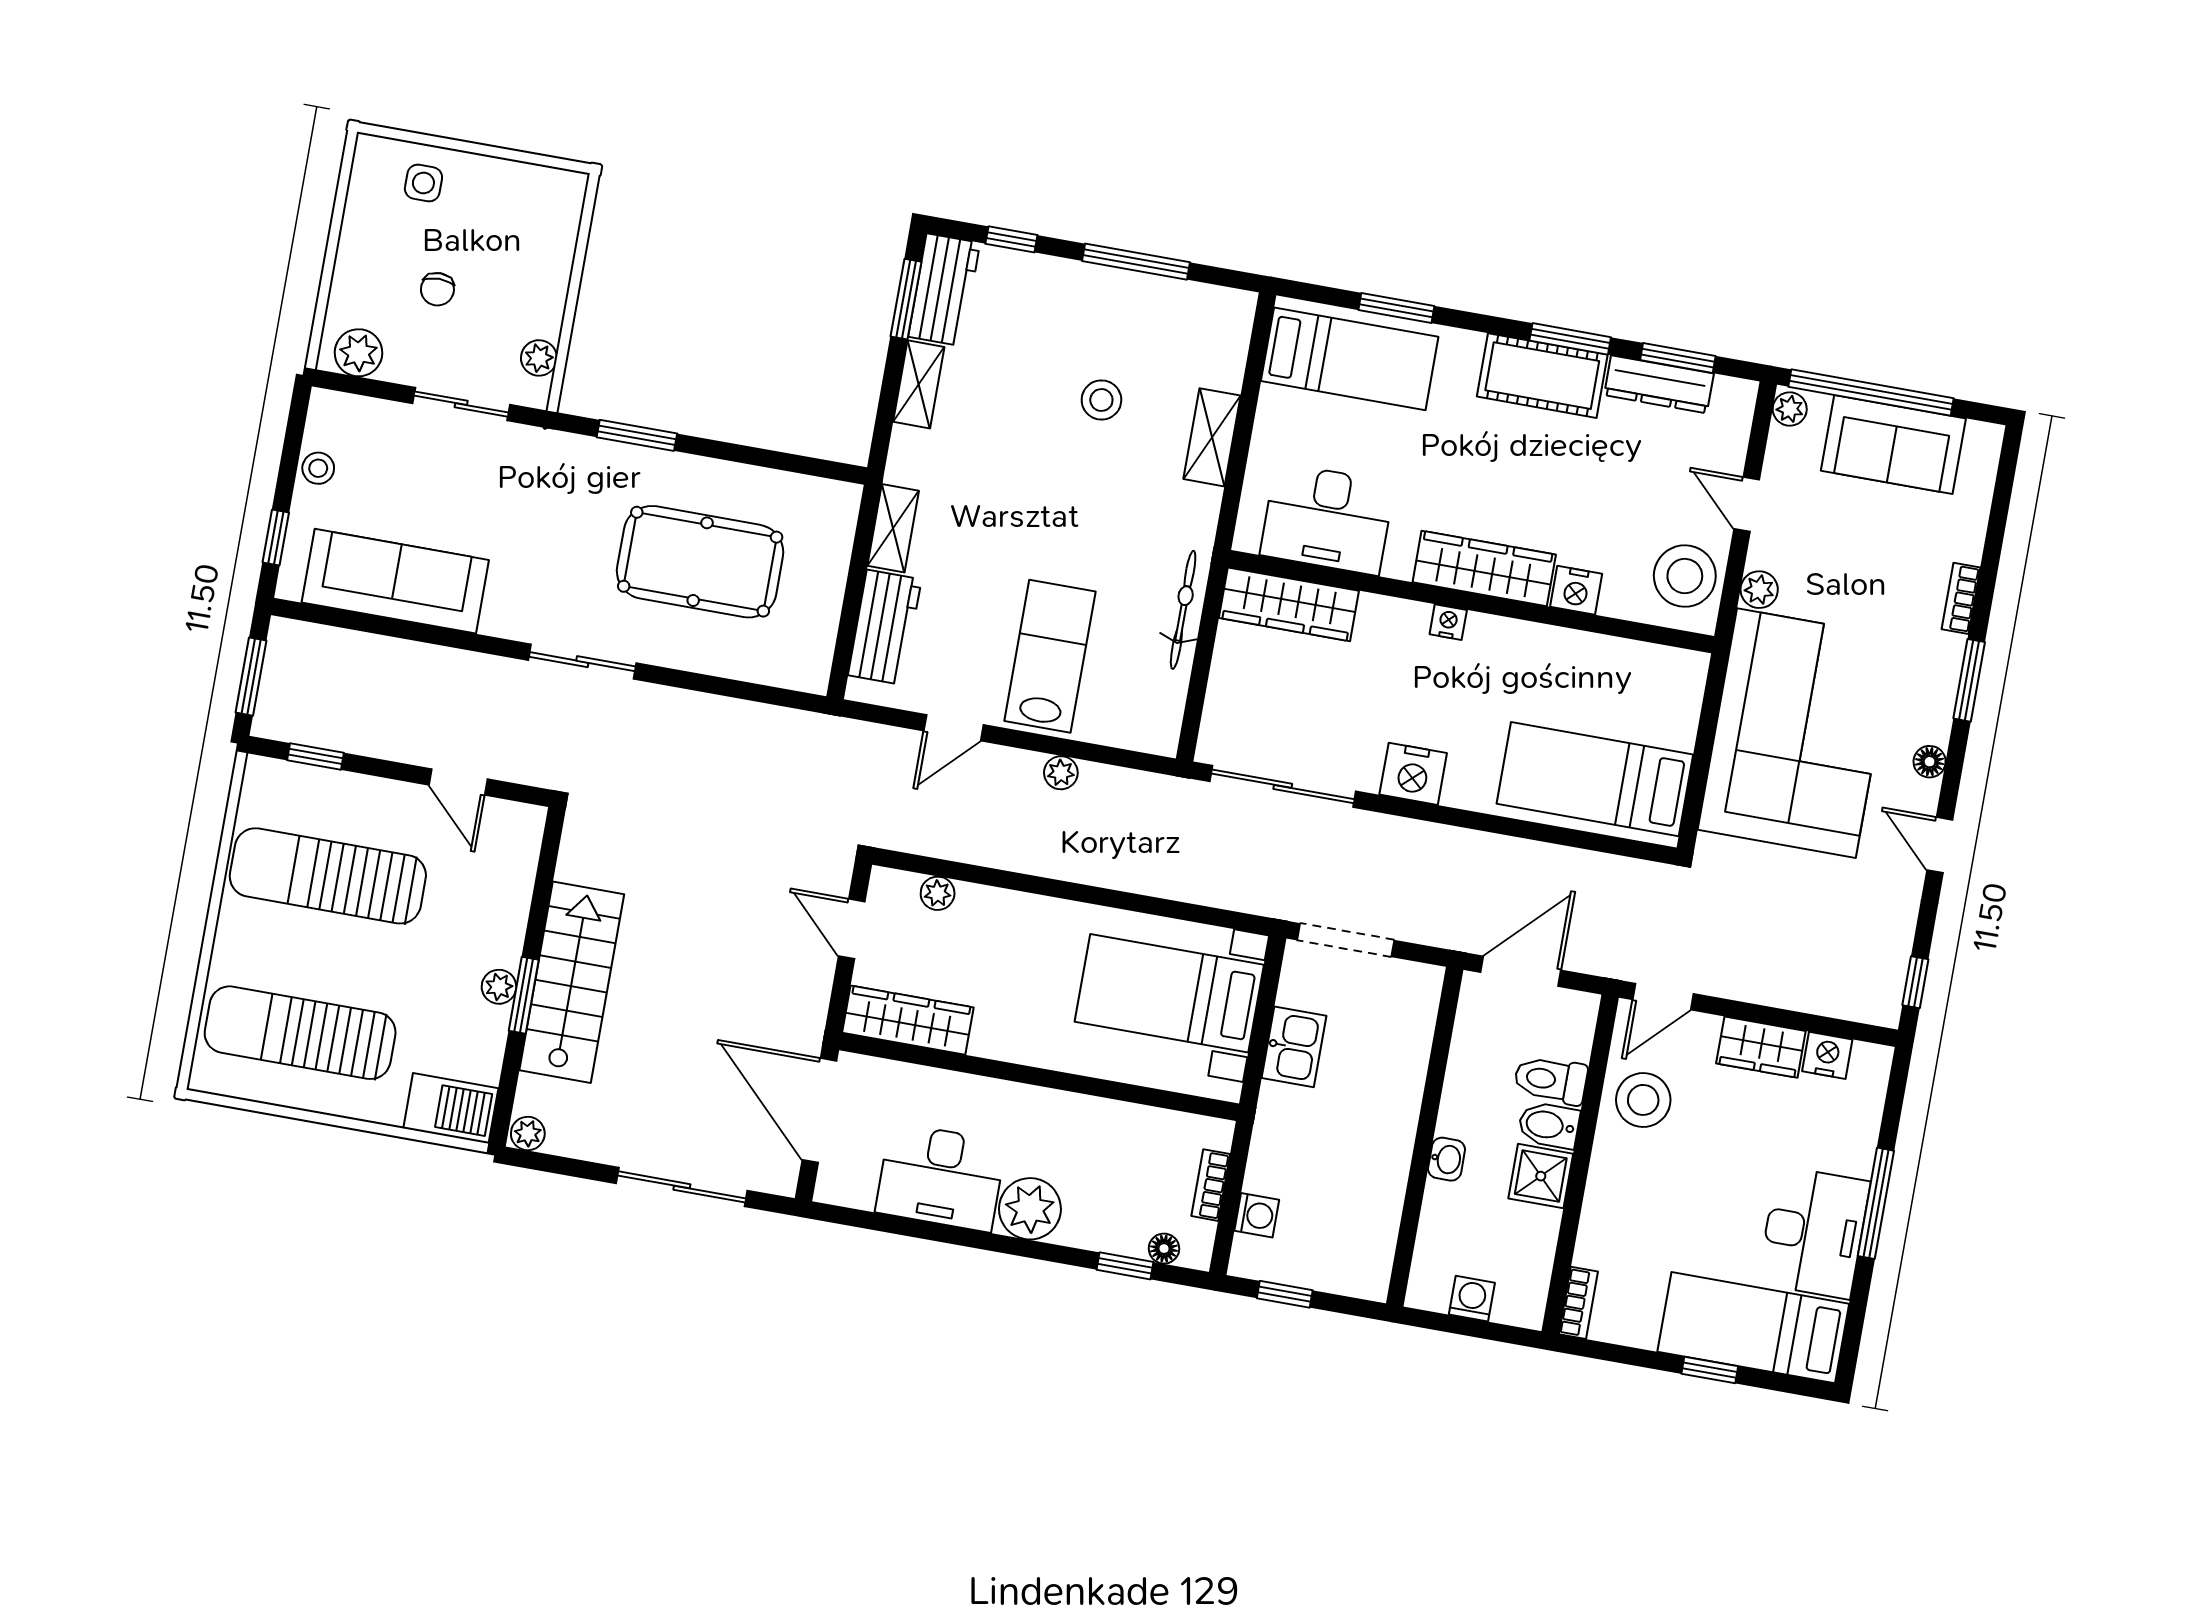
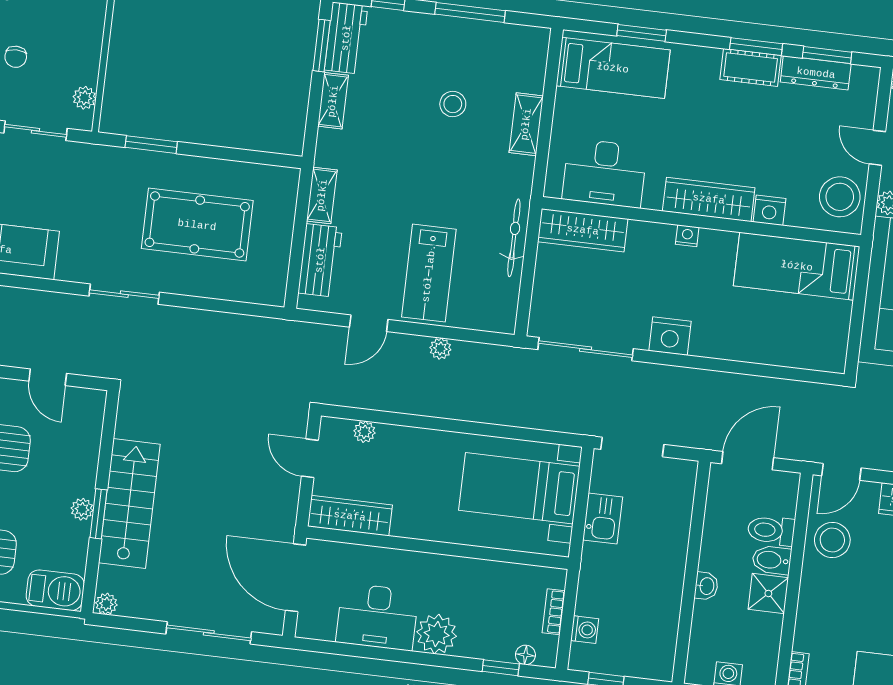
cot: (1542, 376) -> (751, 68), width x0.73, depth x0.75
lab bench: (1050, 656) -> (429, 273), turned 180
bed: (1595, 779) -> (797, 266), moved

